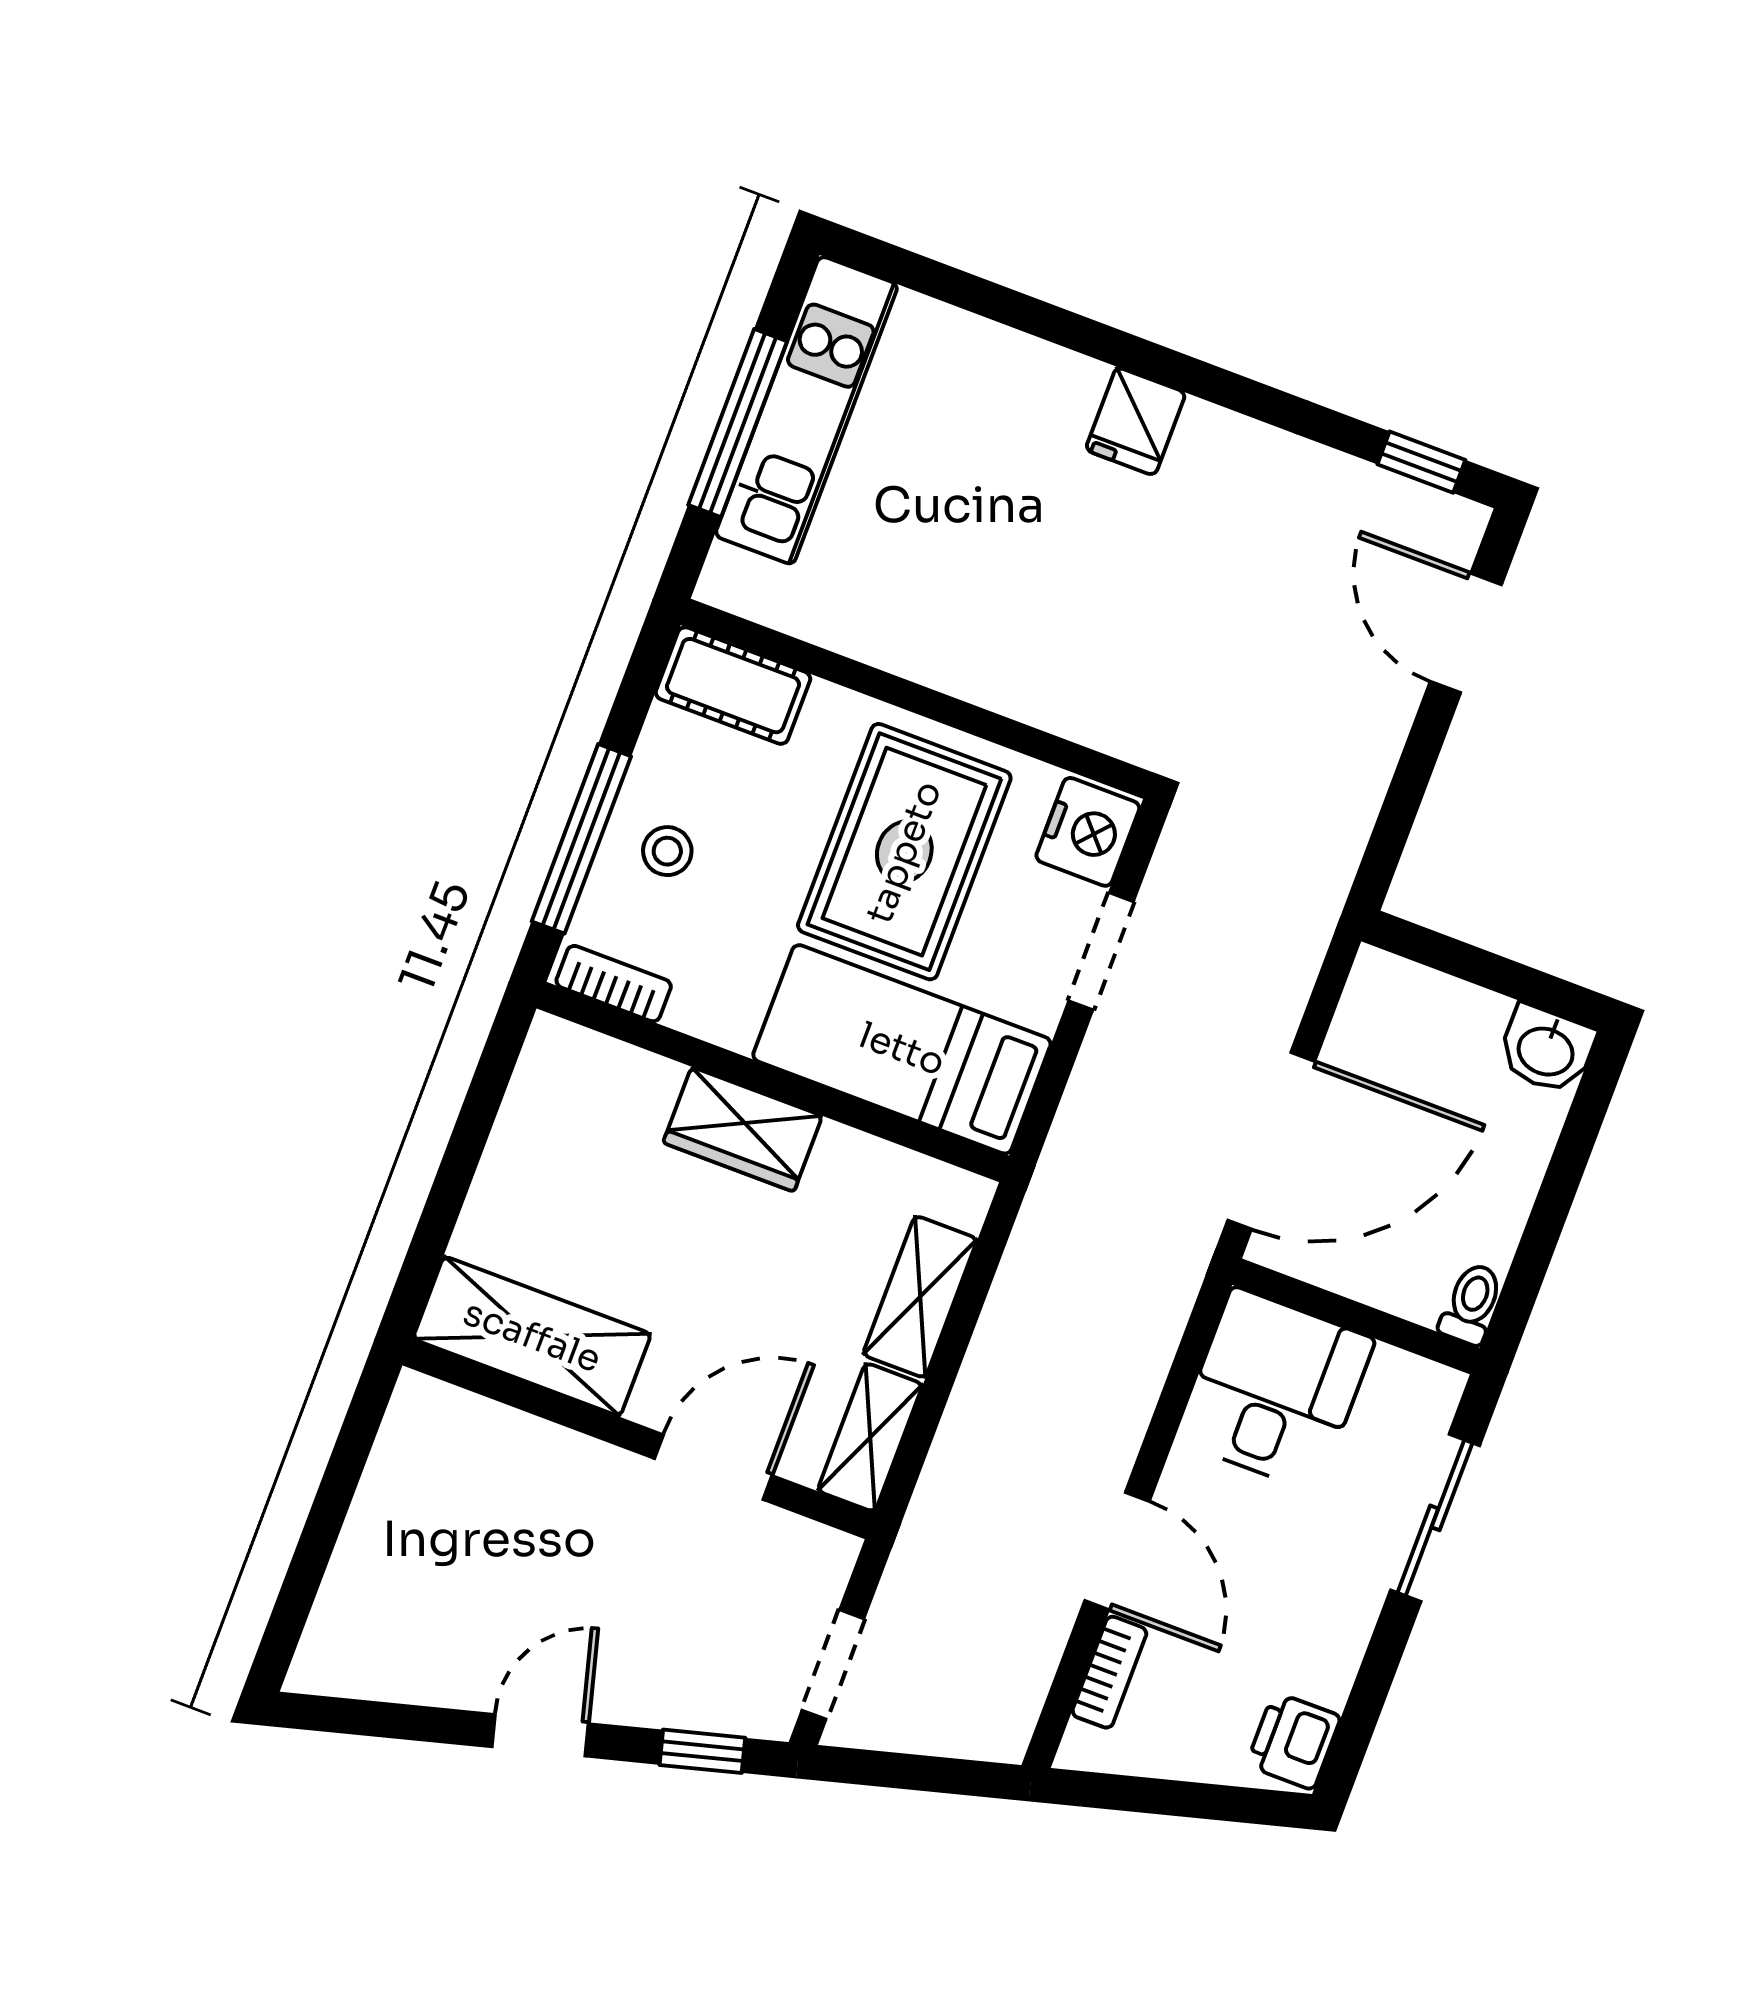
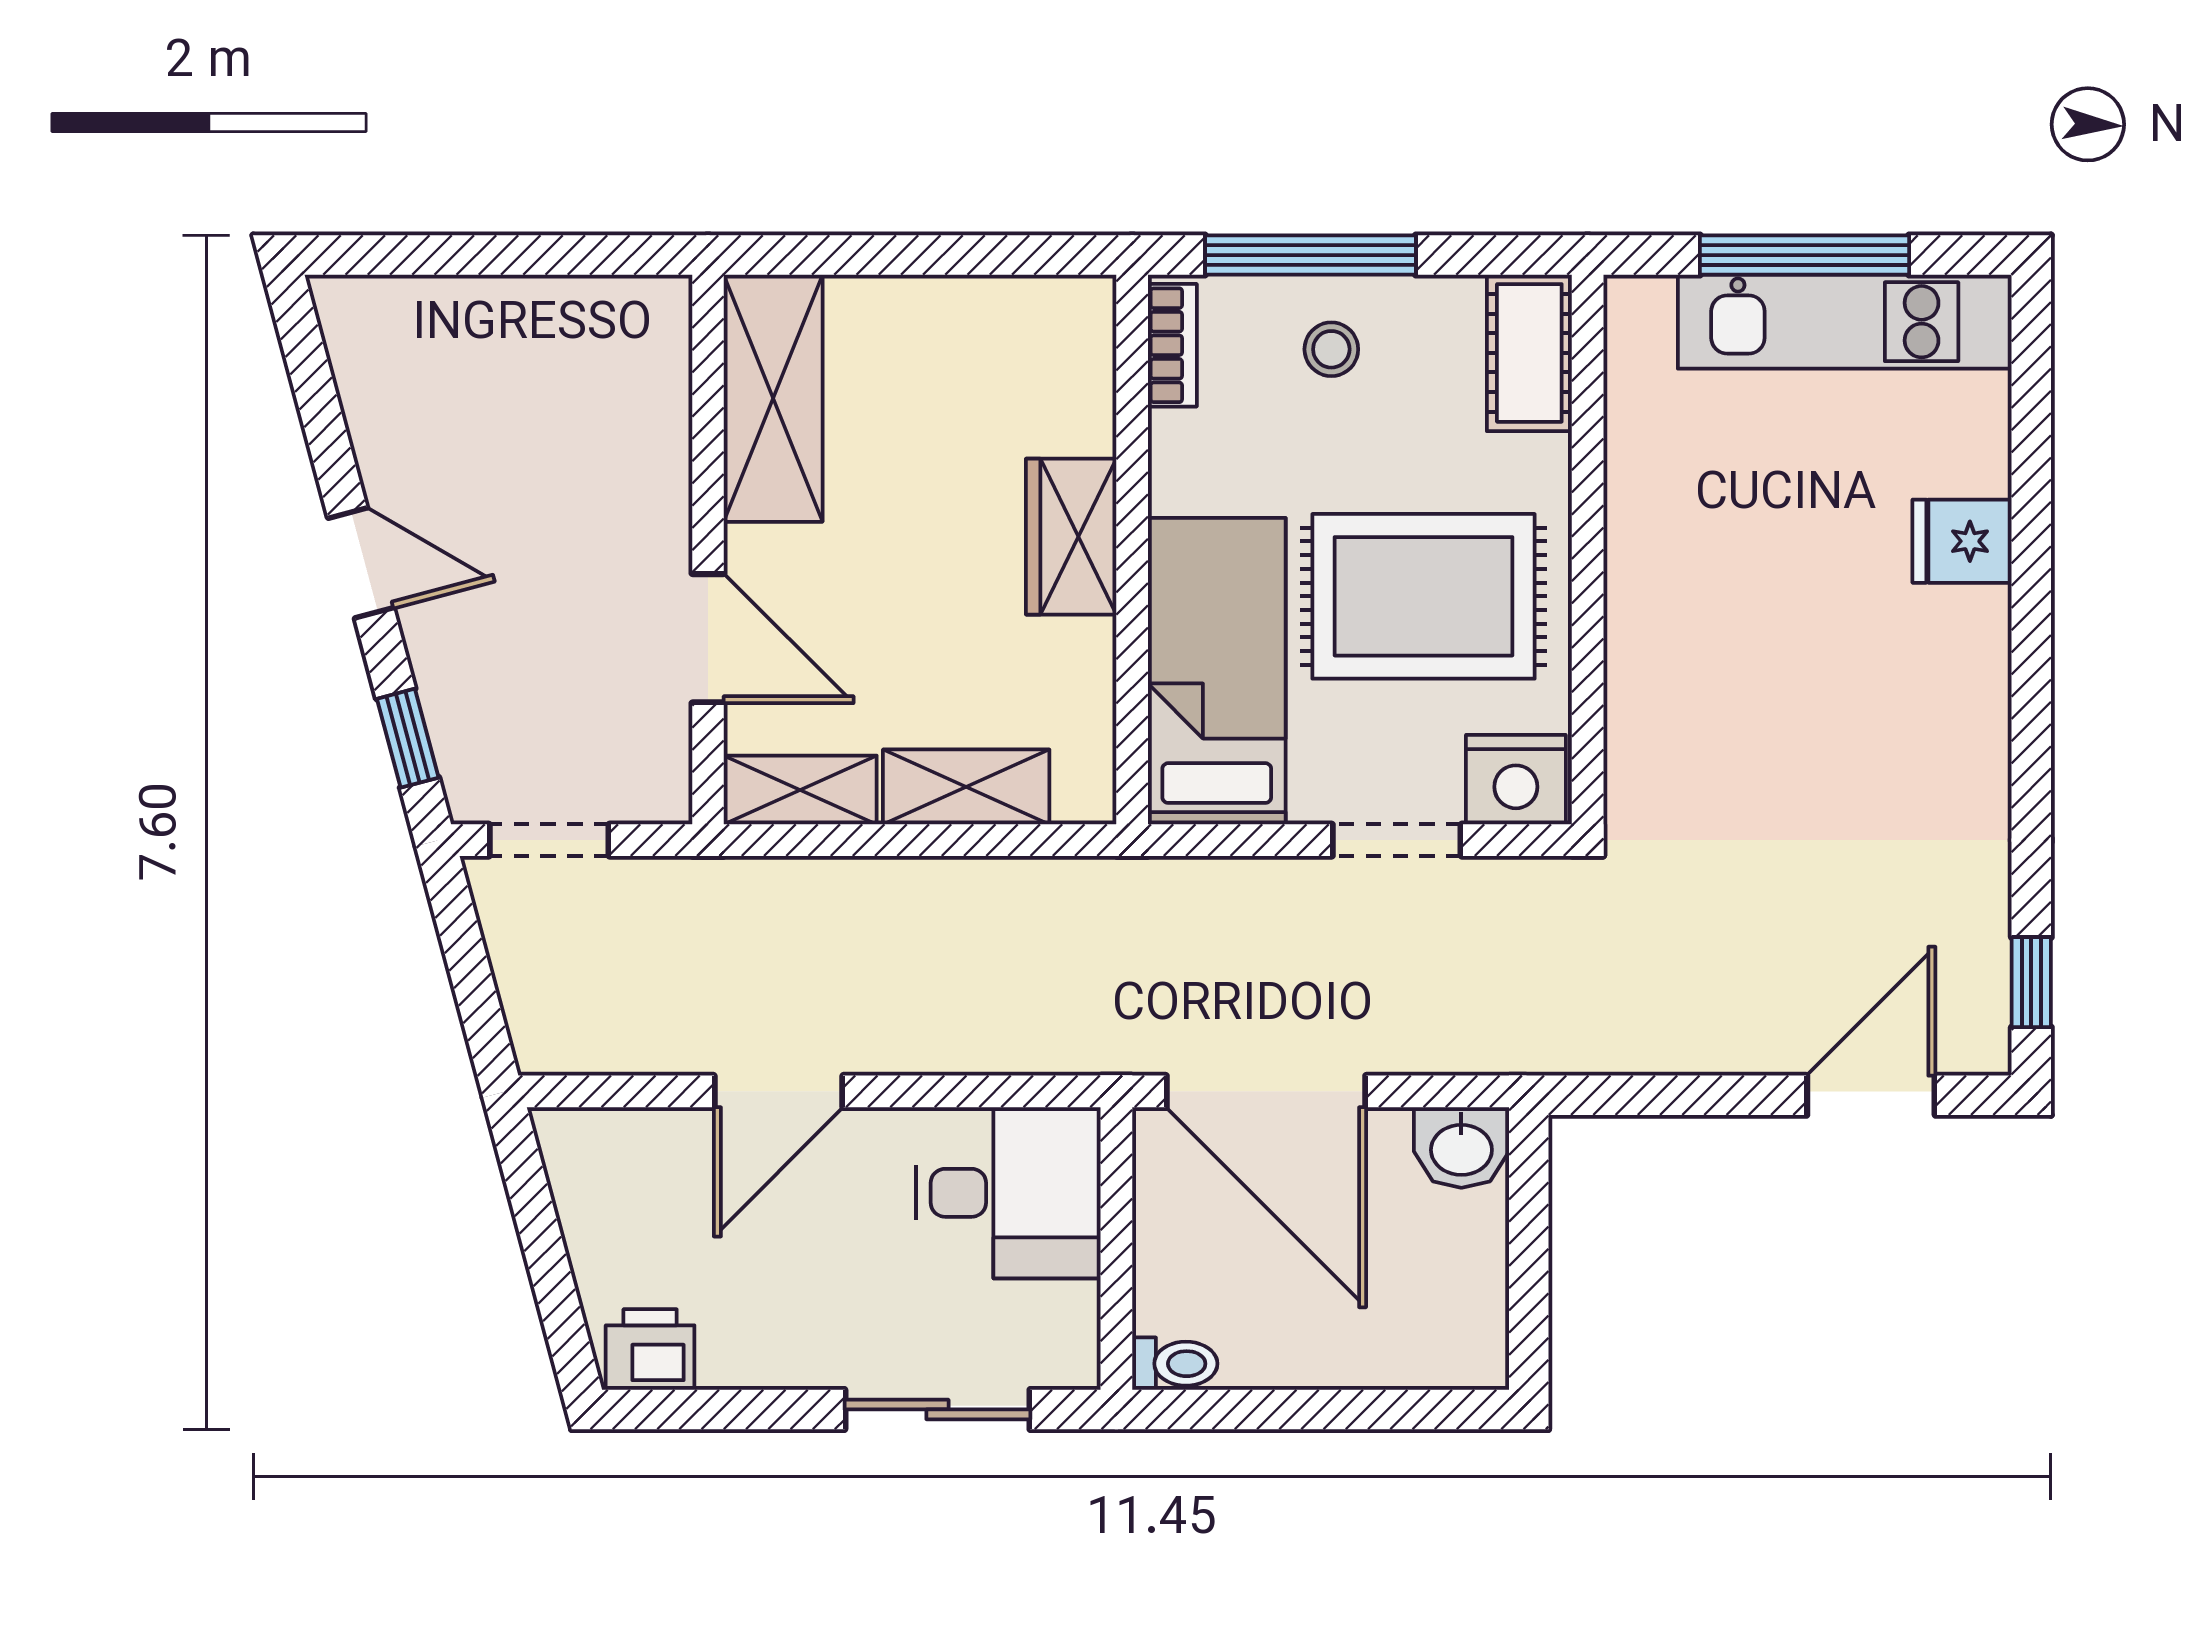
fridge: (1136, 421) -> (1962, 541), moved
washbasin: (1546, 1049) -> (1461, 1147), moved, turned -90
bookcase: (1109, 1672) -> (649, 1131), removed

